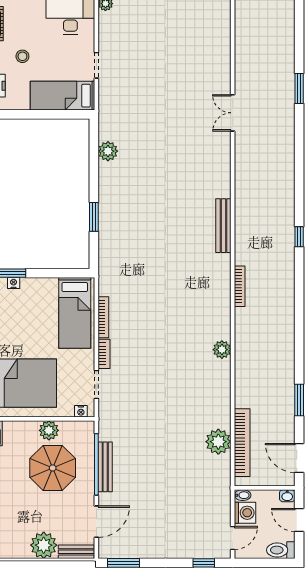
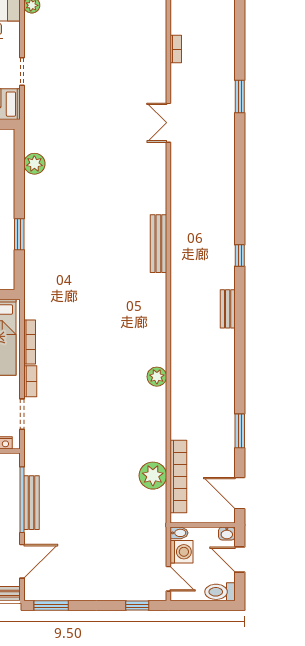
bookcase: (240, 286) -> (176, 49), moved, width x0.64
bench: (288, 286) -> (228, 309), added
door: (233, 538) -> (168, 579), hinge flipped

